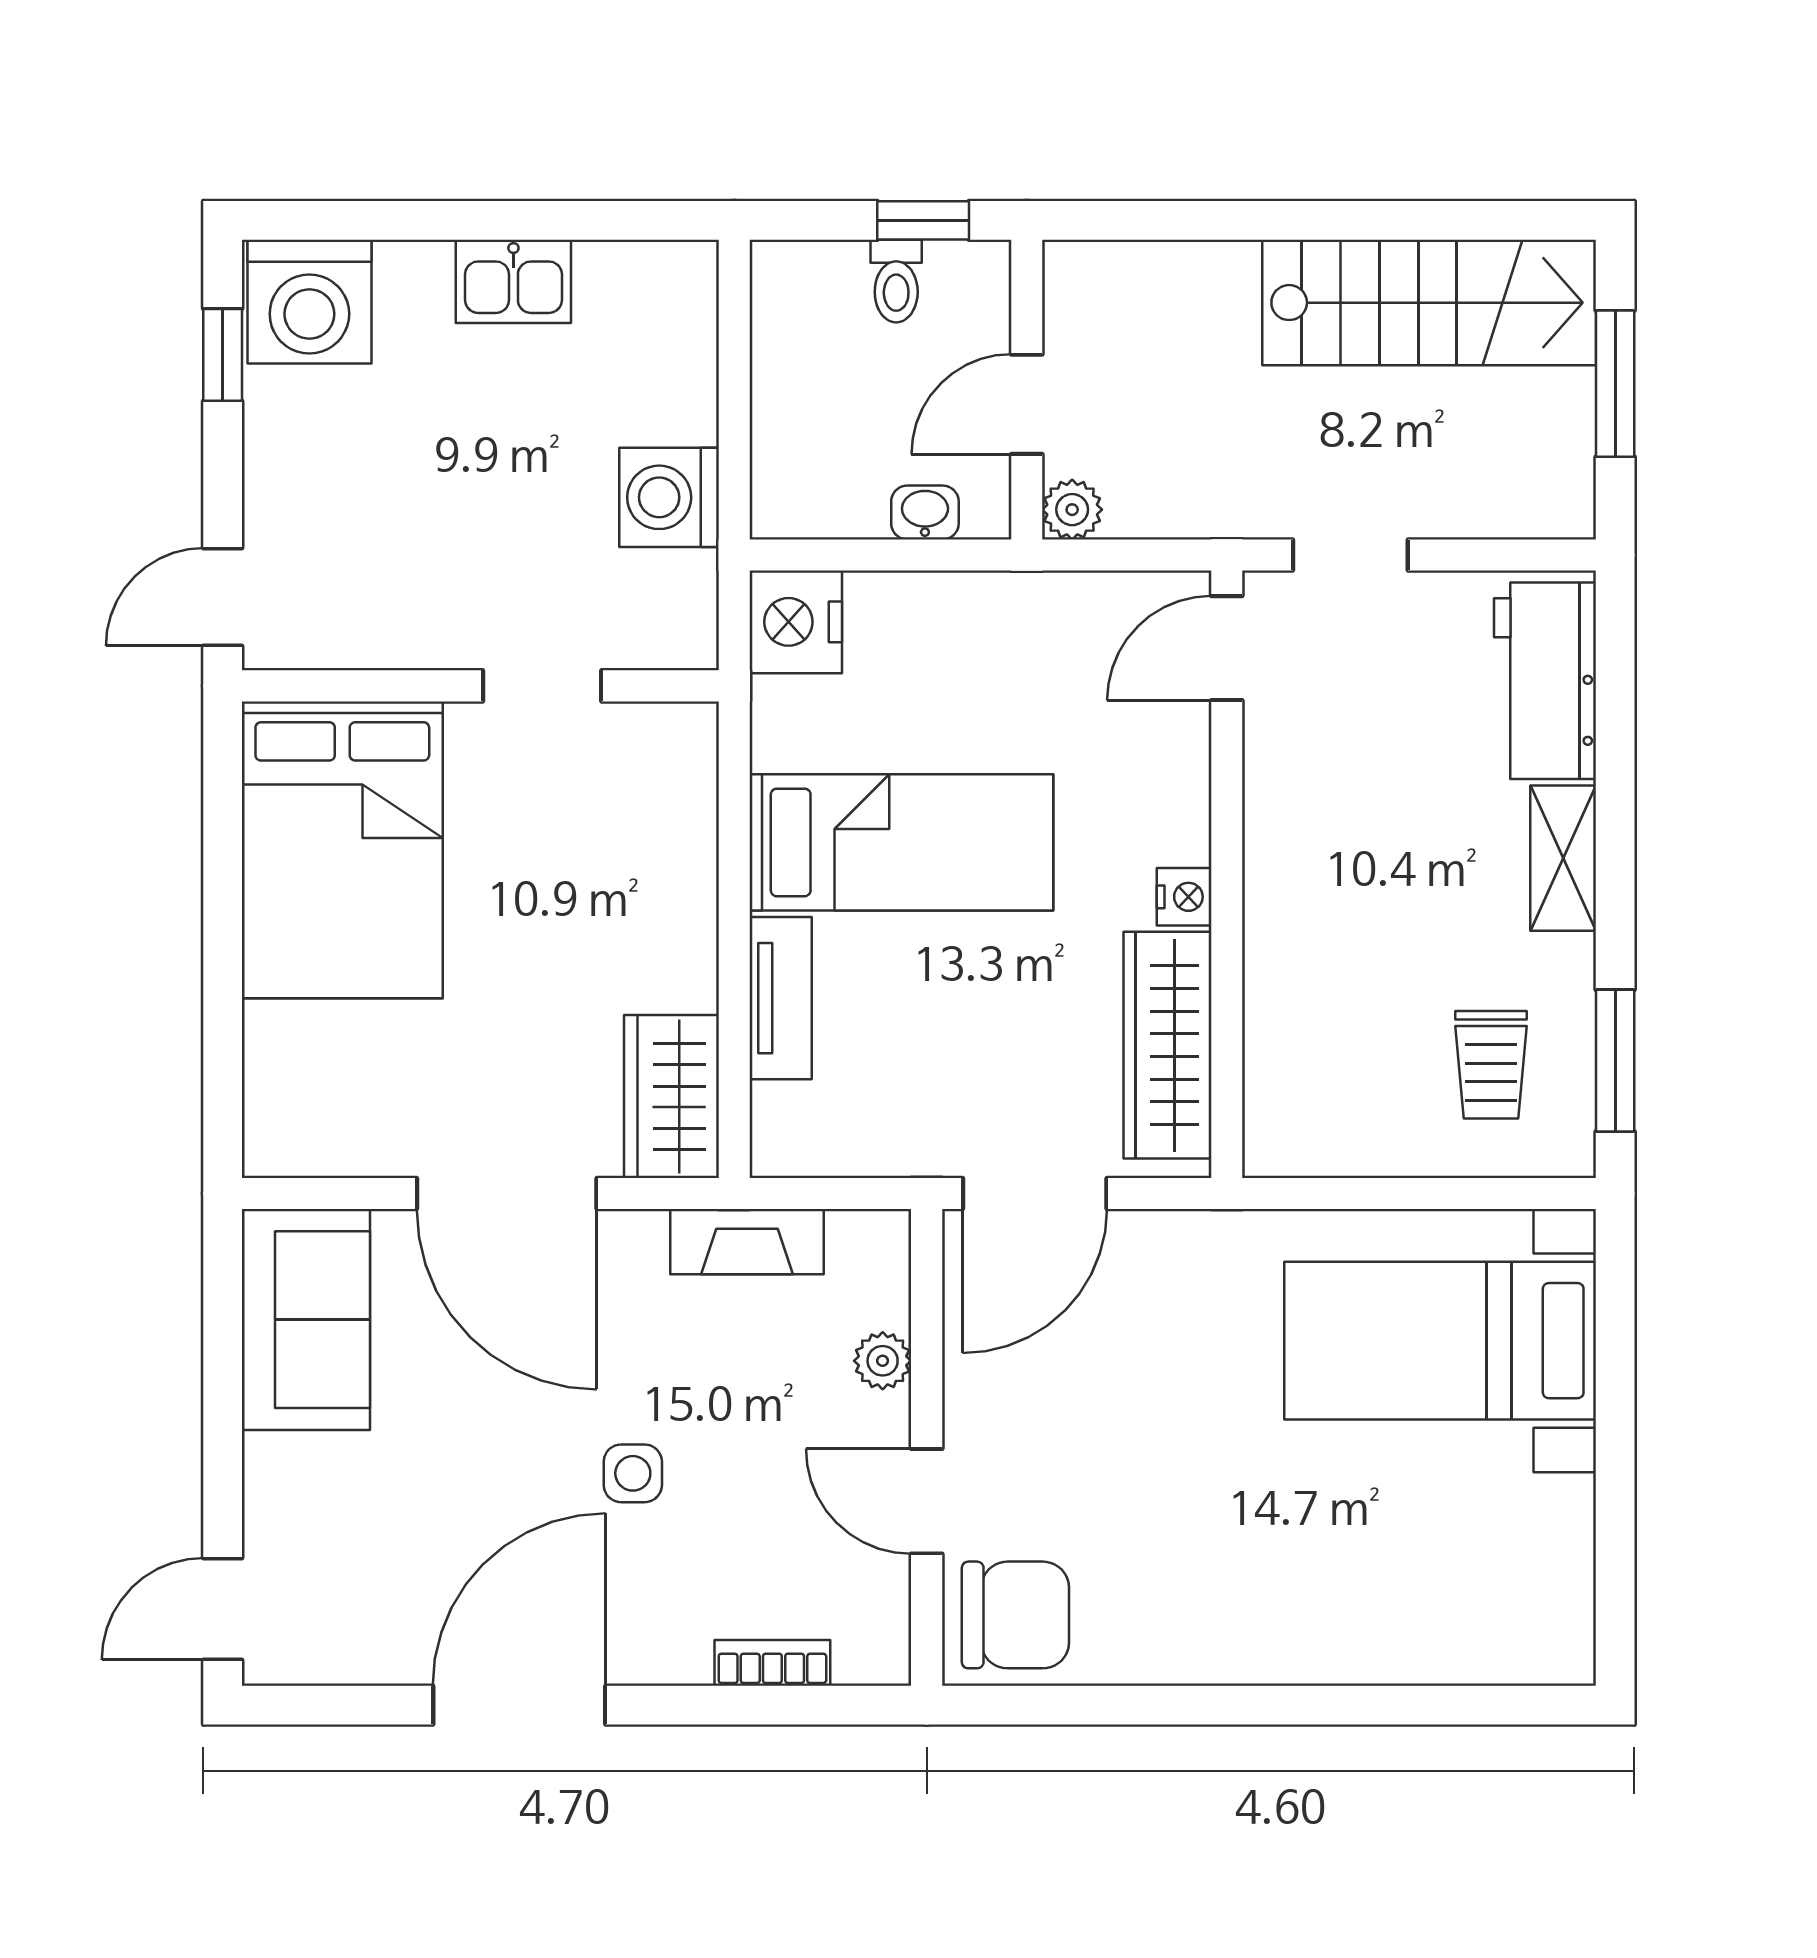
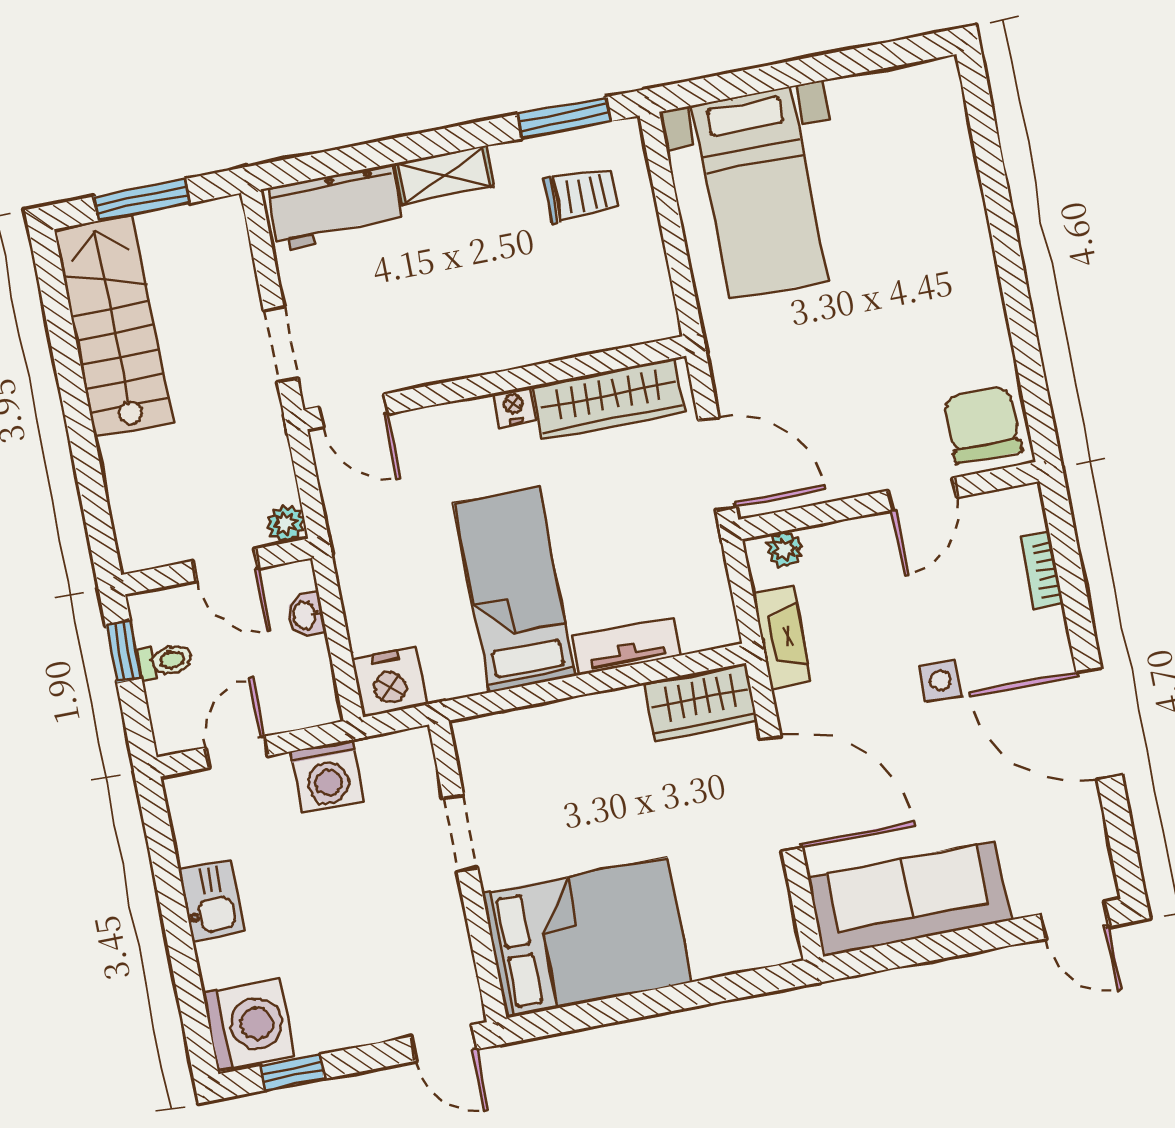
door: (734, 365) -> (237, 752), added
door: (507, 1194) -> (781, 793), hinge flipped
sofa: (306, 1320) -> (909, 899), width x1.36
plant: (883, 1361) -> (785, 549), moved

